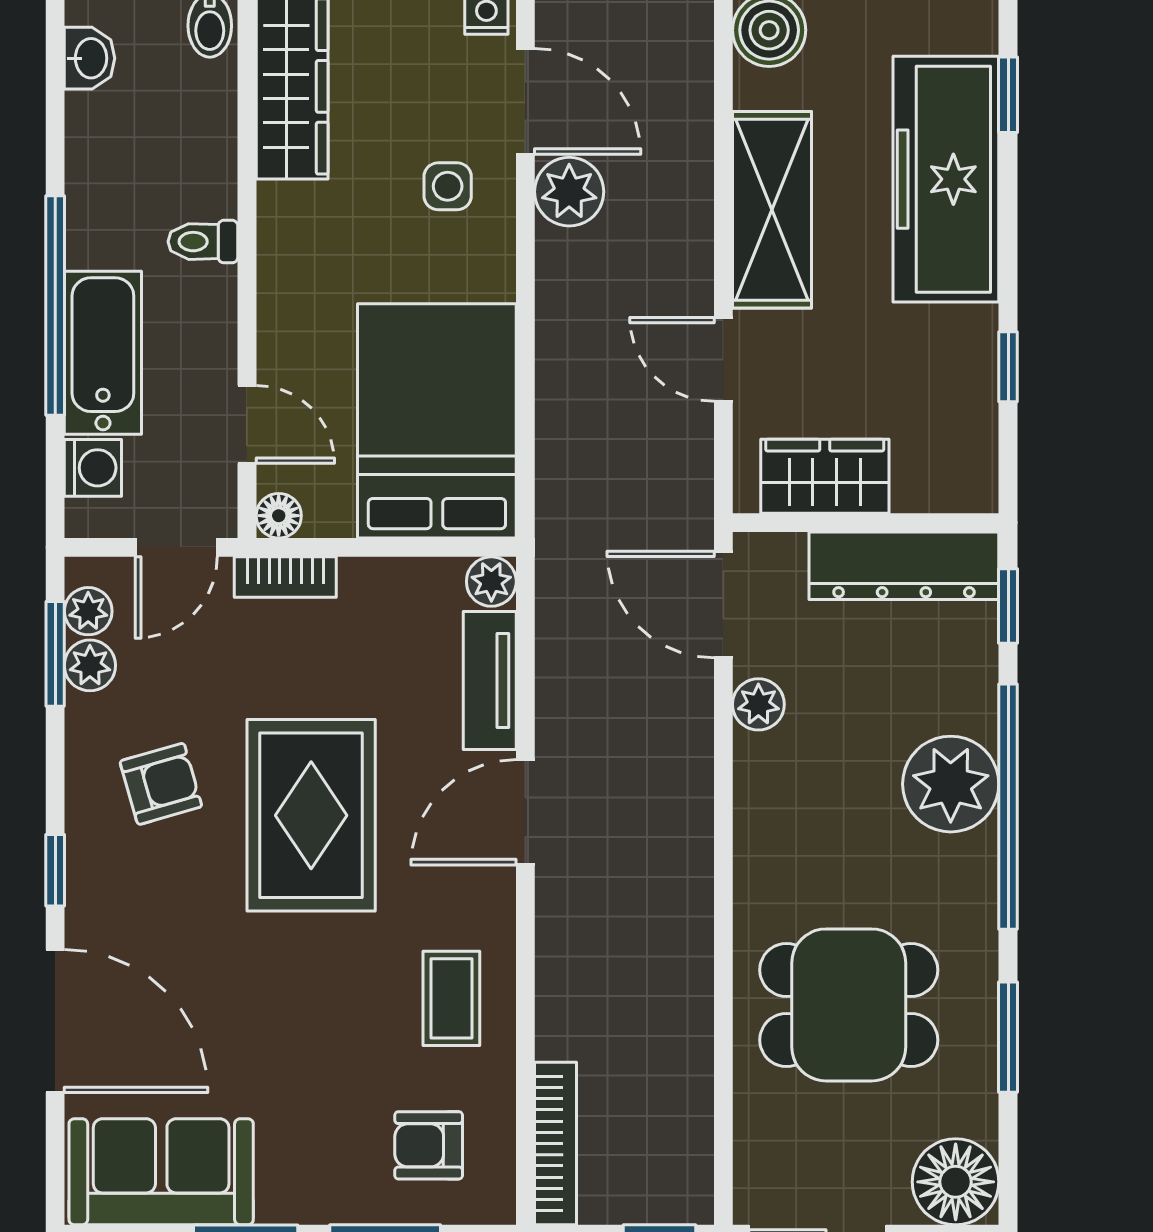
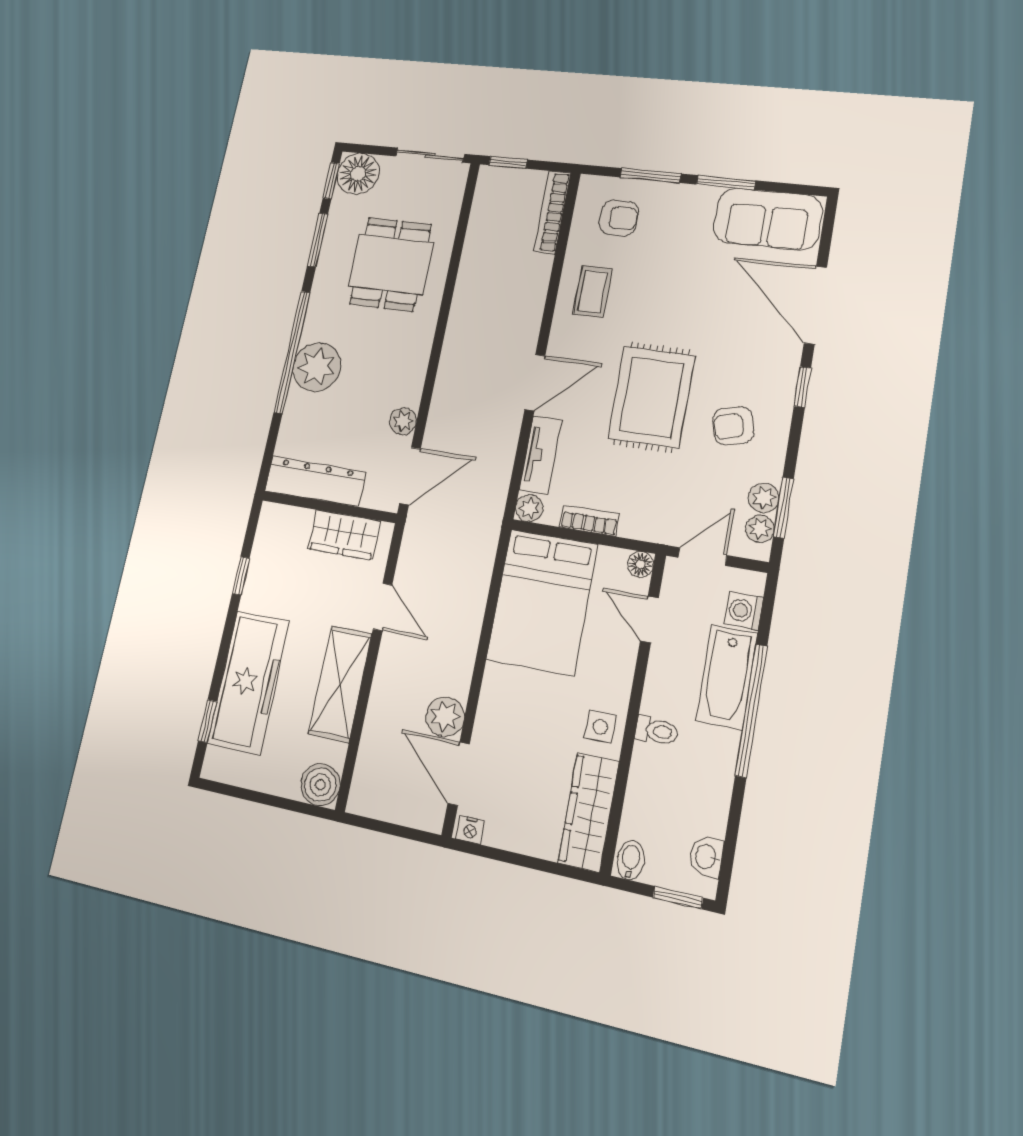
side table: (448, 186) -> (600, 727), moved
bookcase: (285, 577) -> (589, 521), moved
door: (723, 604) -> (410, 476), hinge flipped
window: (1008, 606) -> (331, 181), moved
dining table: (849, 1005) -> (391, 264), turned 90

